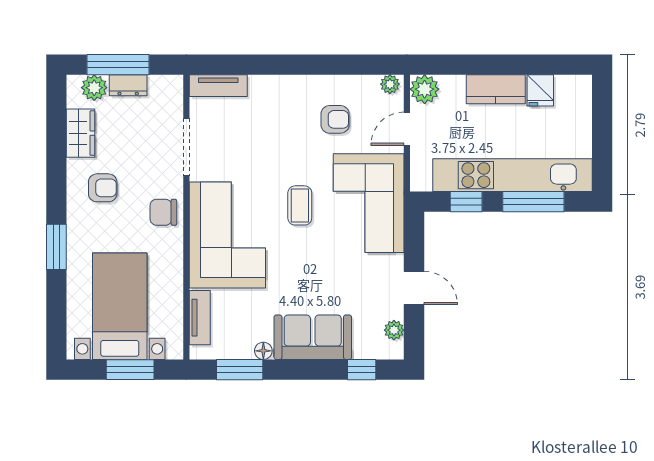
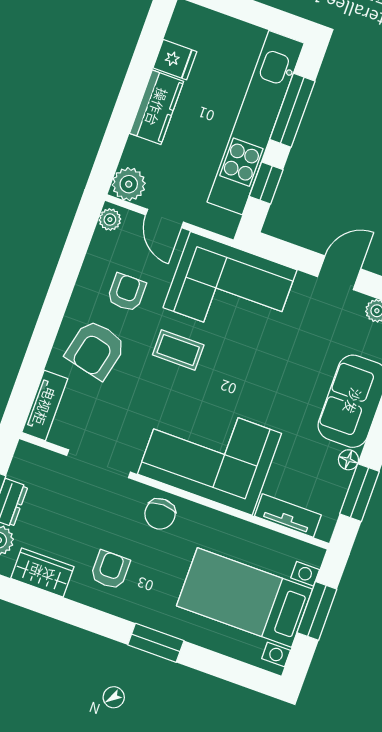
armchair: (279, 111) -> (96, 349), added
coffee table: (300, 205) -> (178, 350), moved

